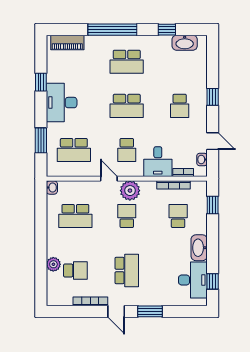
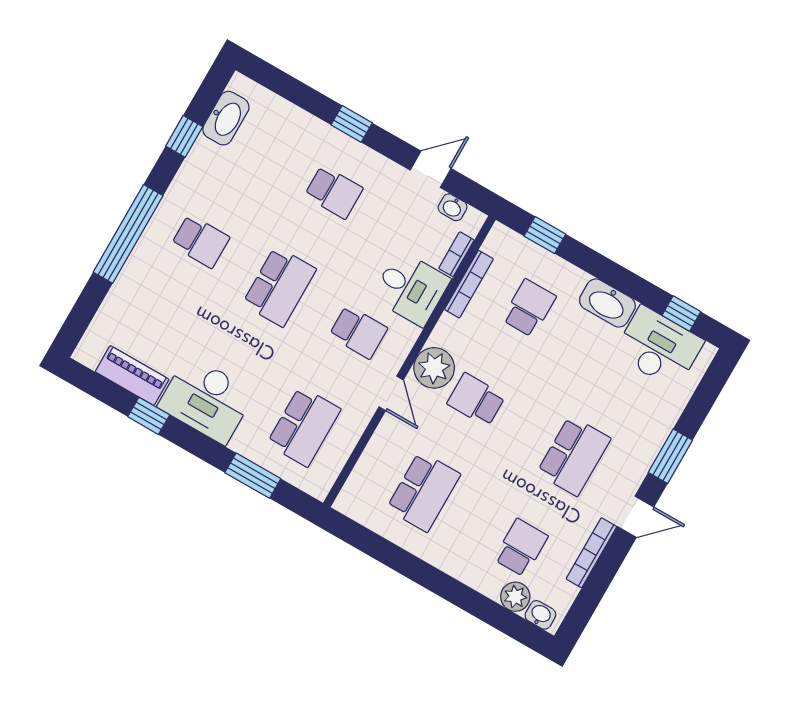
piano: (67, 42) -> (132, 376), moved, turned -90
school desk: (127, 62) -> (200, 241), width x0.54
door: (109, 179) -> (391, 393), swing flipped
washbasin: (52, 188) -> (540, 615), moved
school desk: (178, 216) -> (529, 308), turned 90
plant: (53, 264) -> (515, 597), moved
school desk: (127, 270) -> (574, 456), turned 90

